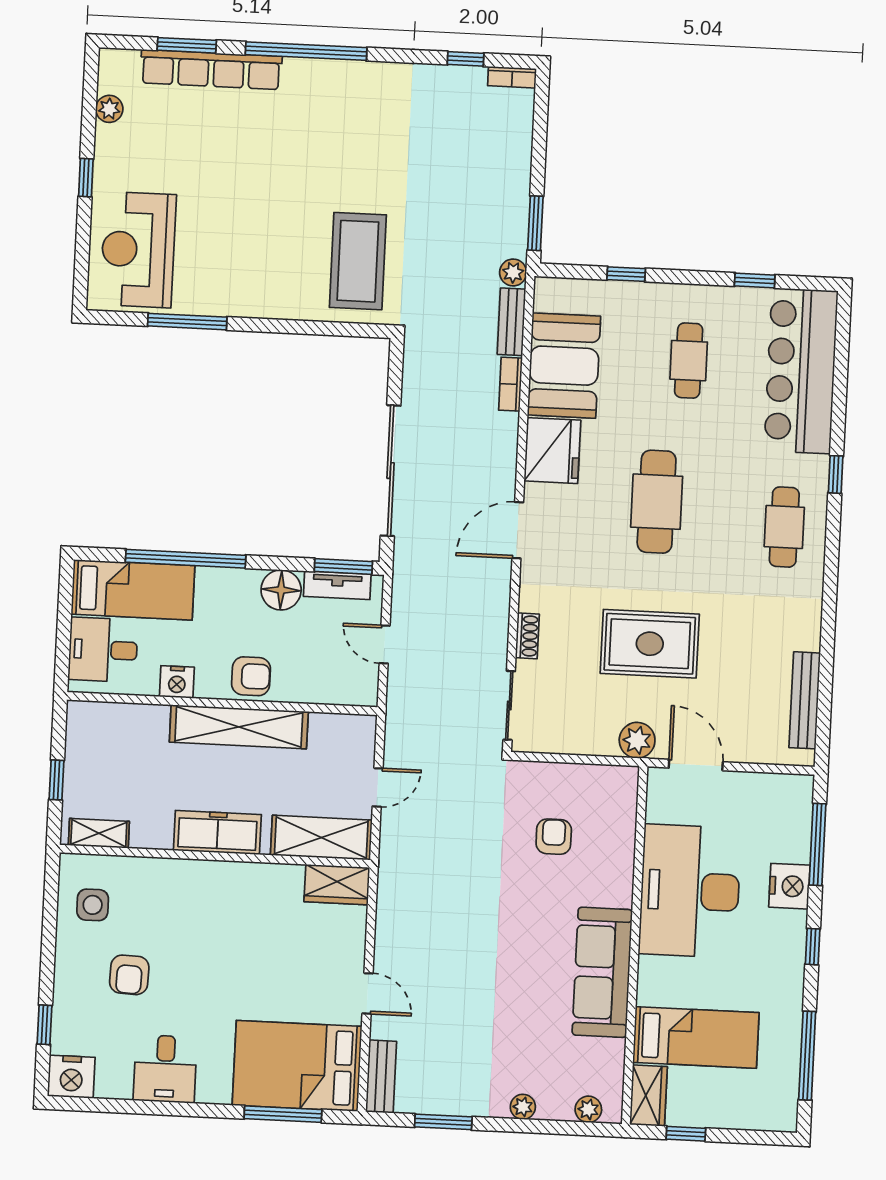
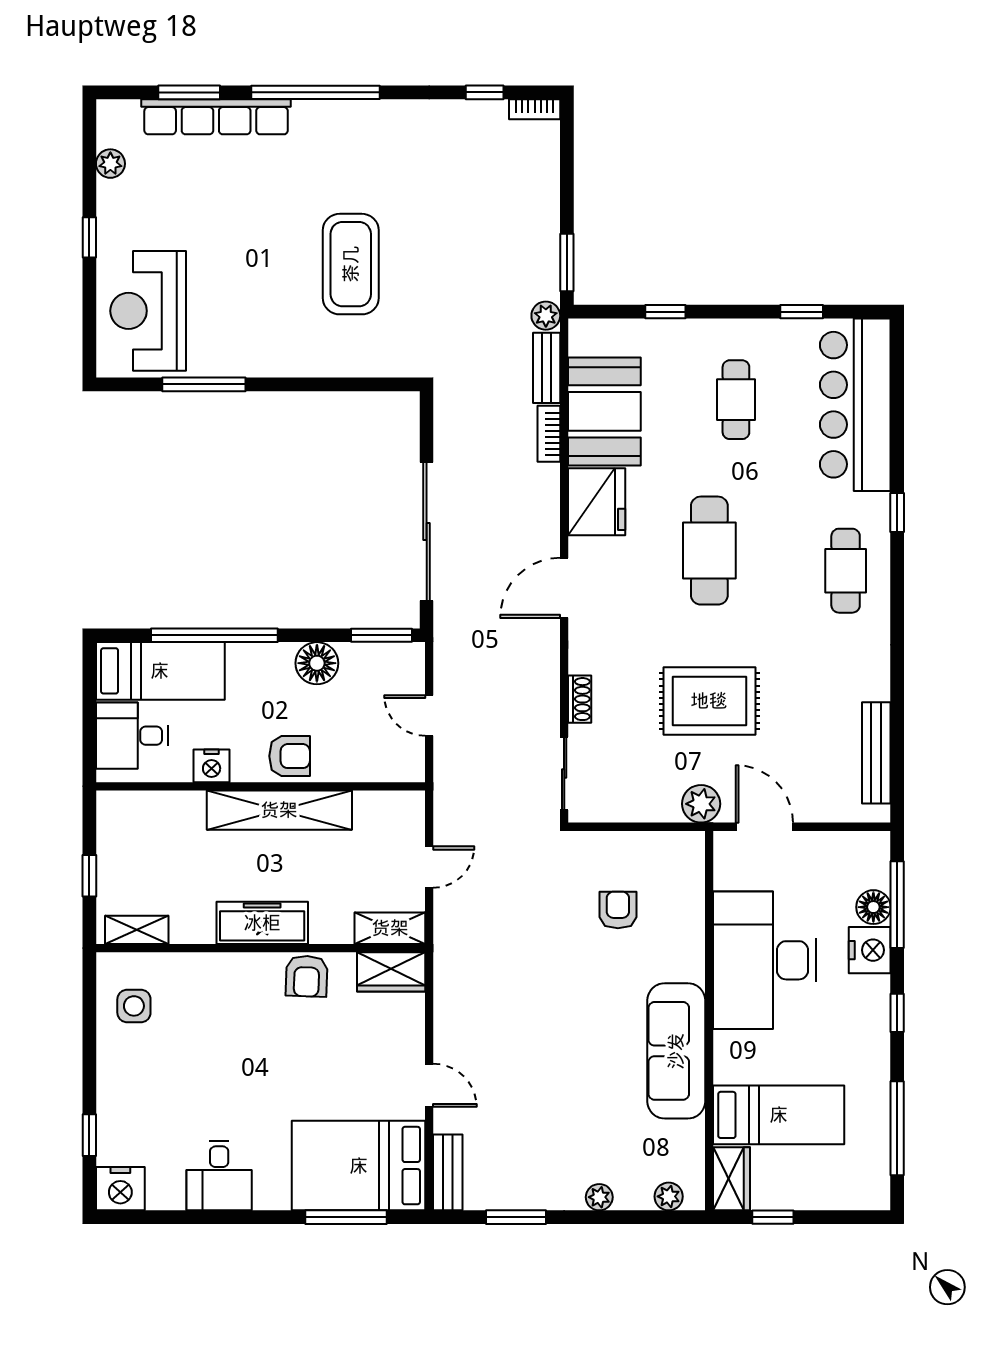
coffee table: (358, 261) -> (351, 264), moved
tv unit: (337, 585) -> (376, 655), removed
shelving: (321, 838) -> (390, 928), width x0.67, depth x0.75
floor lamp: (795, 846) -> (873, 907), added
armchair: (129, 975) -> (307, 976), moved

